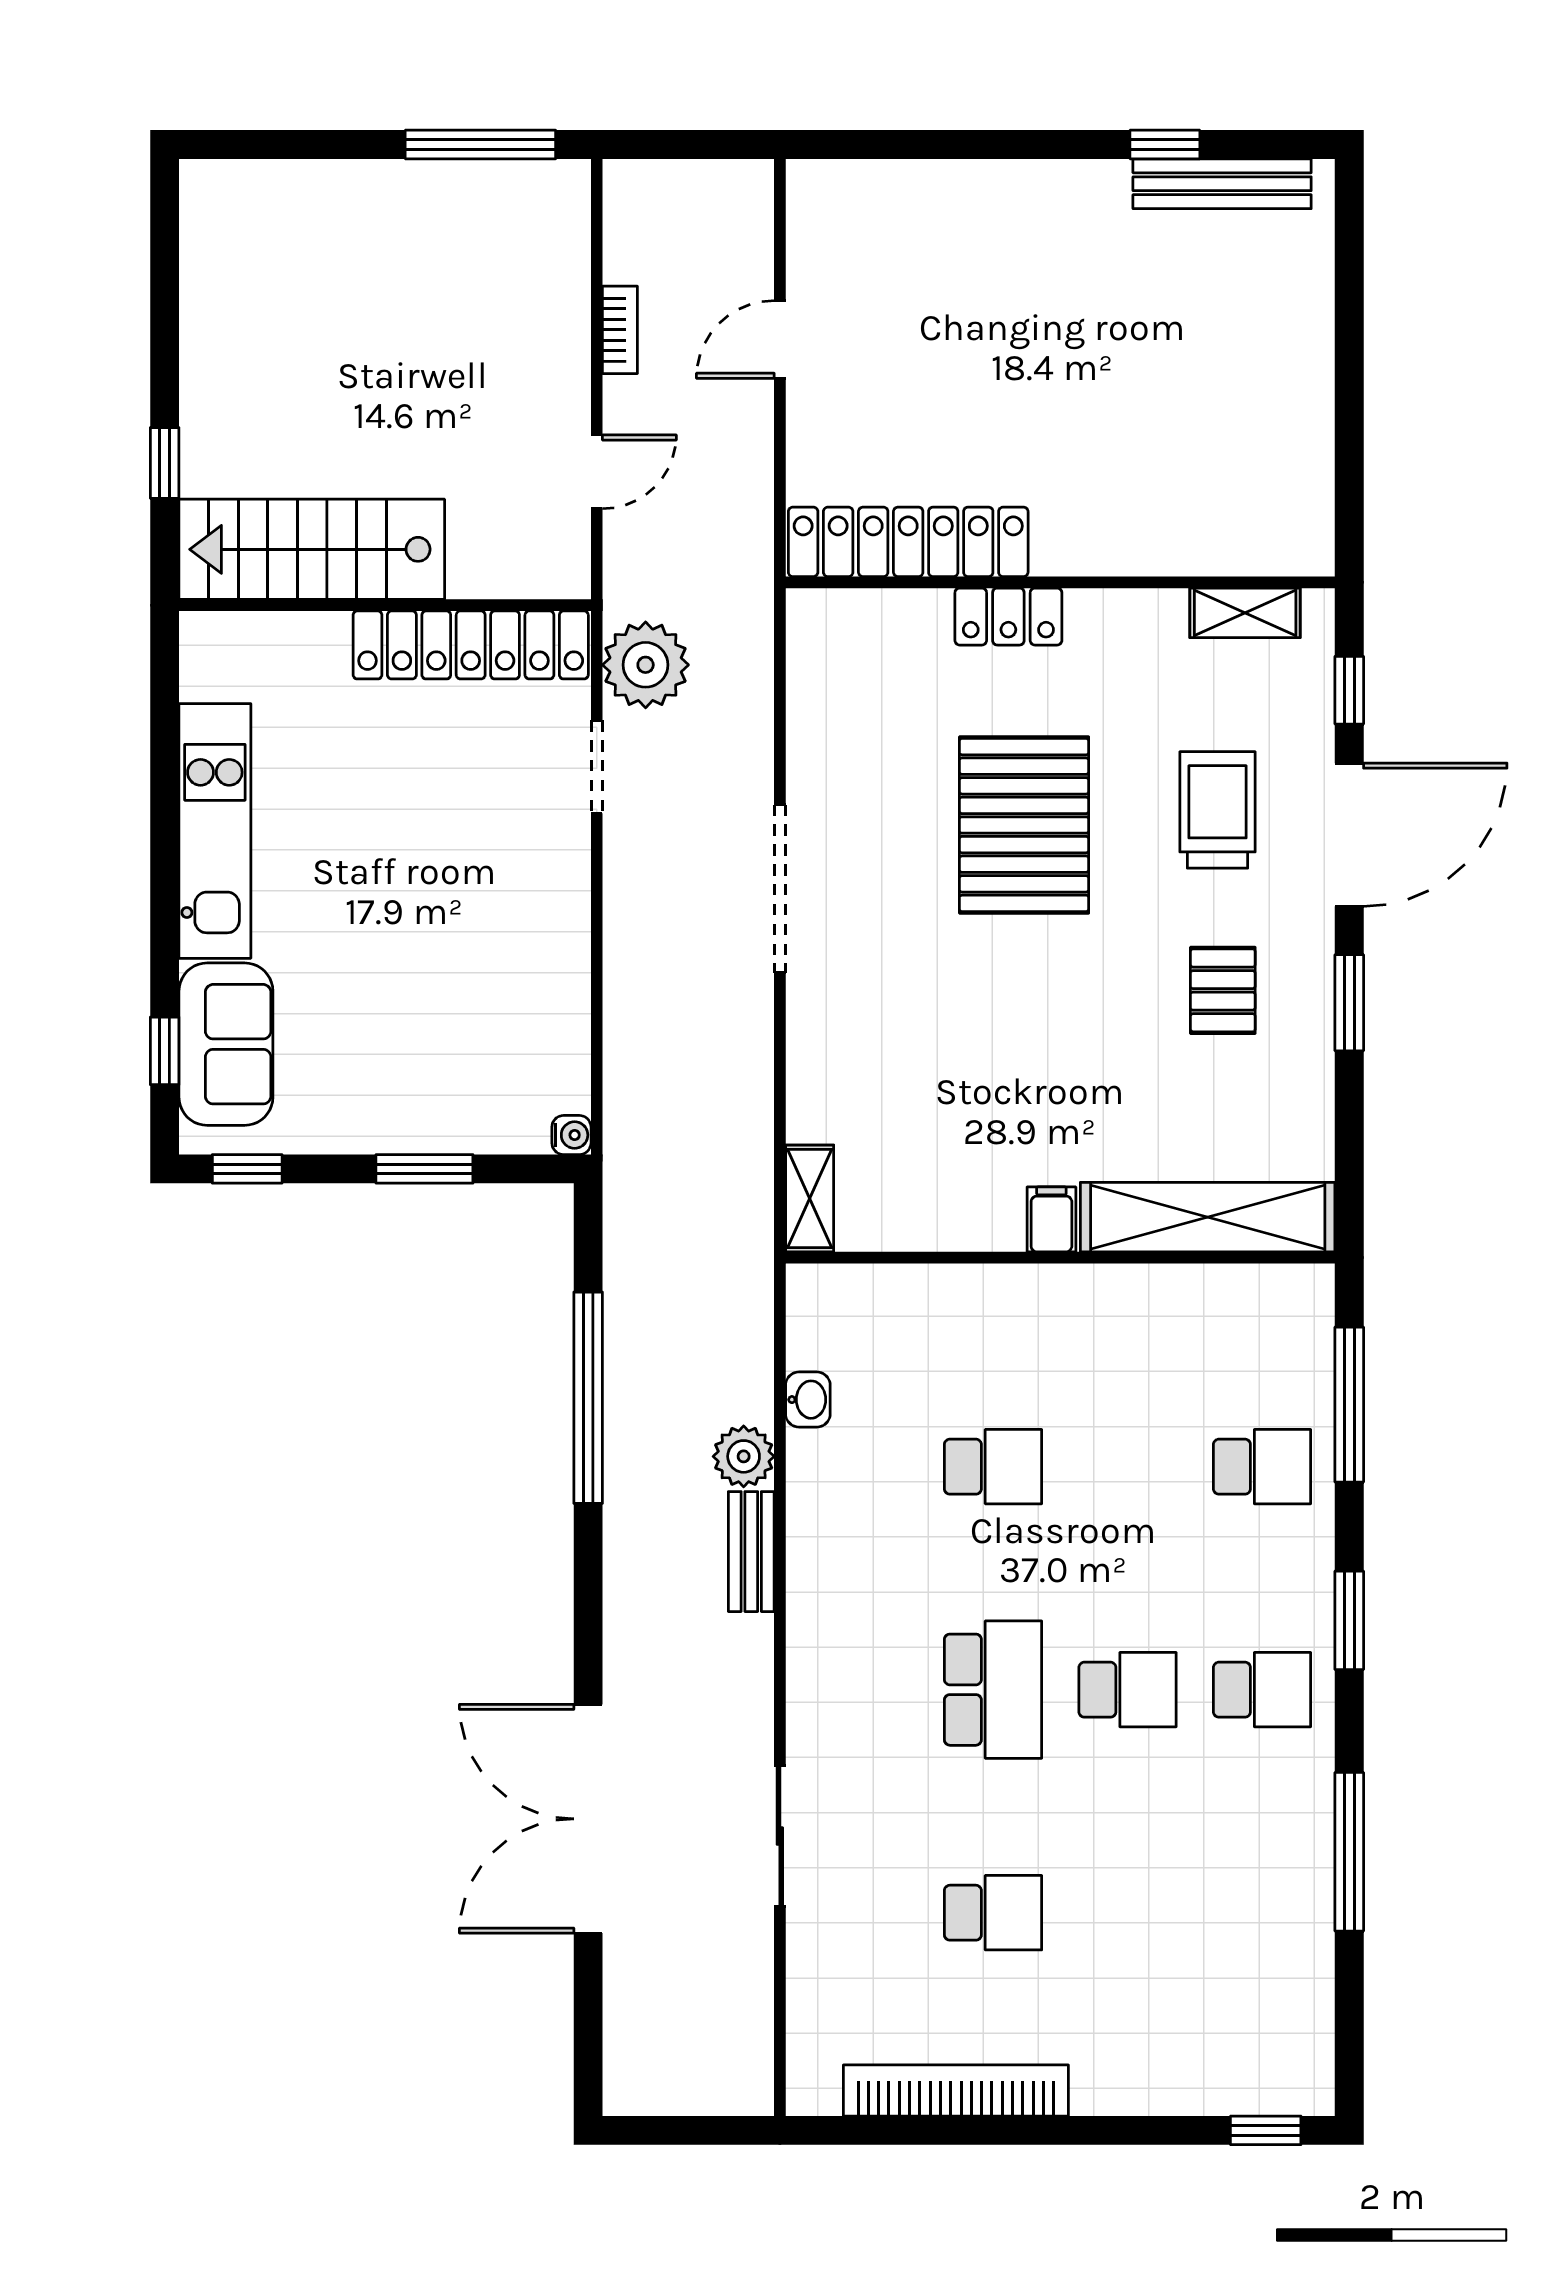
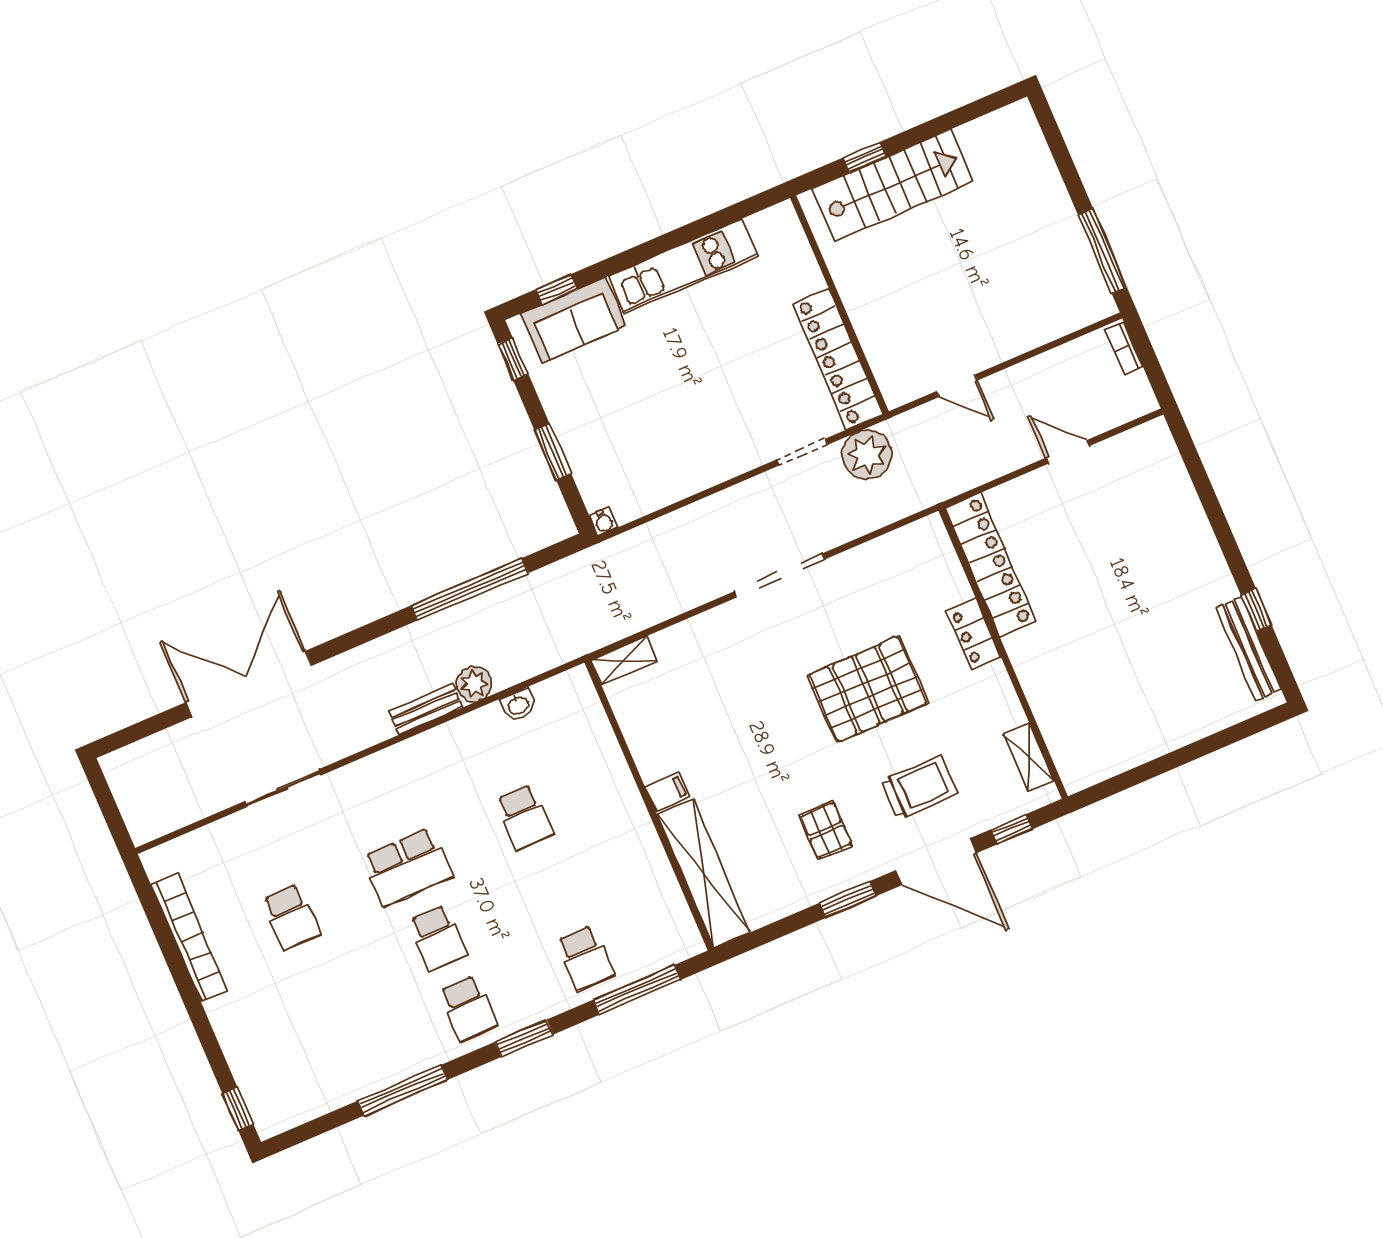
bookcase: (620, 330) -> (1124, 348), moved, turned 90
stairs: (312, 549) -> (892, 185), moved, turned 90
pallet: (1223, 990) -> (826, 830), turned 90

